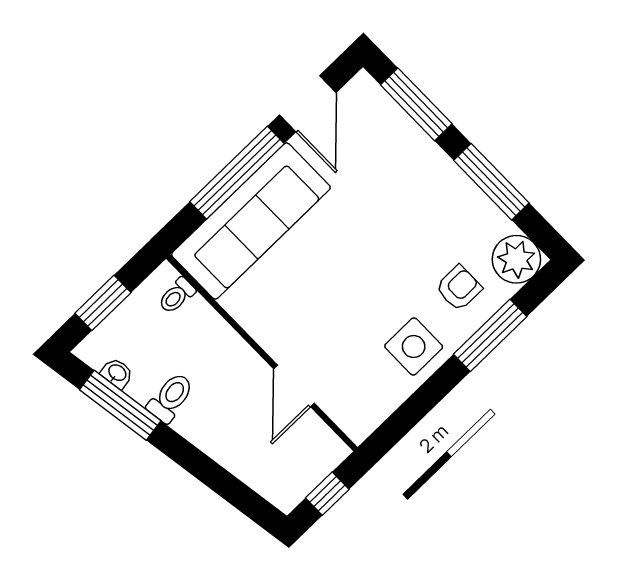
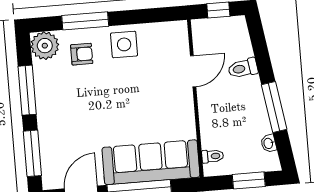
armchair: (459, 288) -> (82, 54), turned 180
toilet: (171, 398) -> (243, 68), moved
window: (120, 405) -> (274, 107), moved

